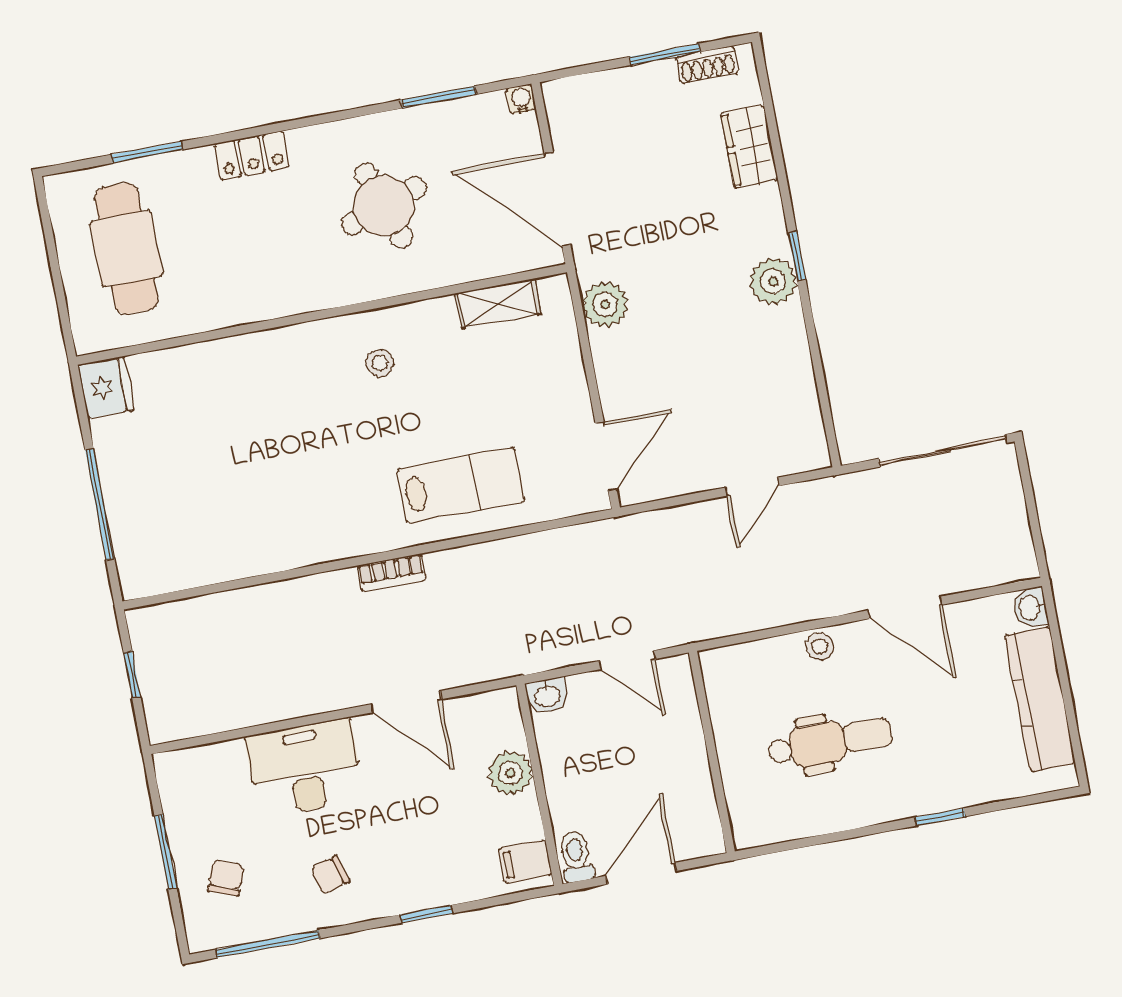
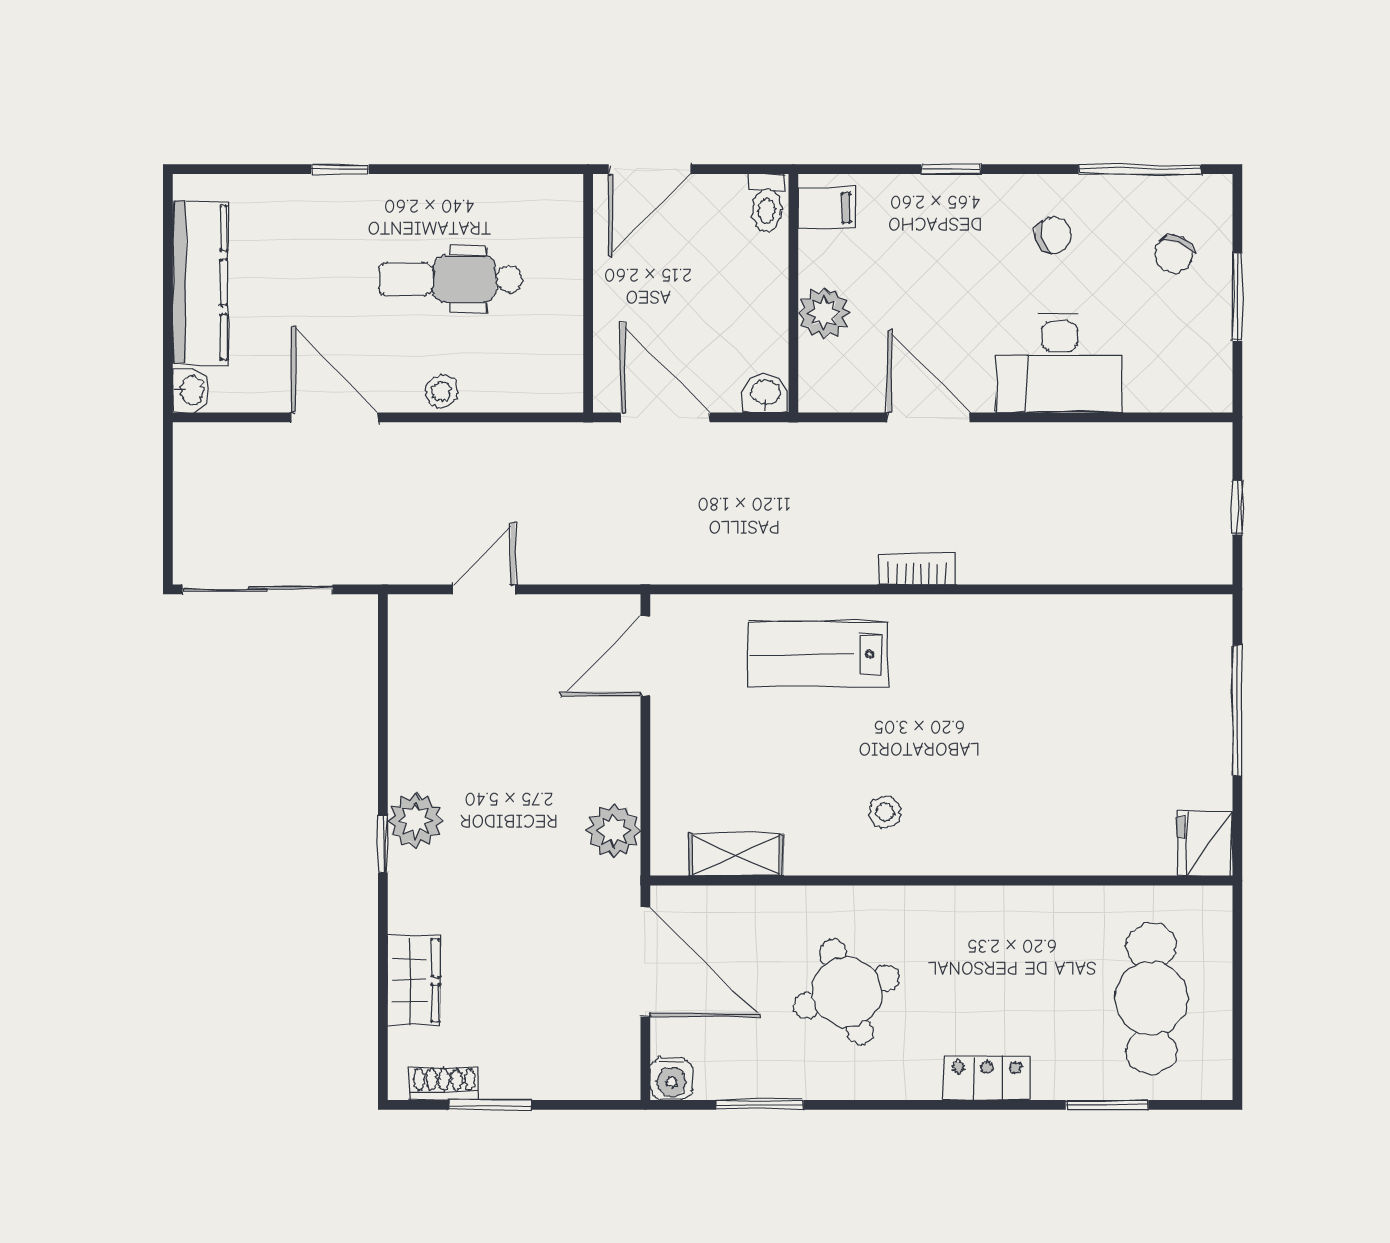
water cooler: (521, 99) -> (671, 1079), width x1.38, depth x1.38
door: (627, 660) -> (665, 417), width x1.38
door: (641, 873) -> (650, 169), moved

